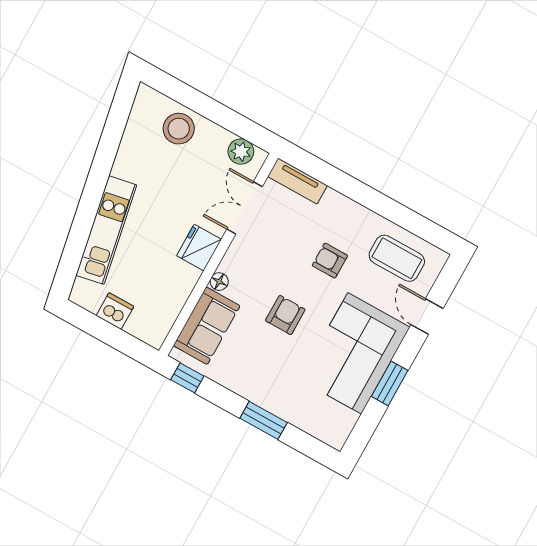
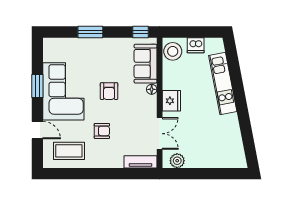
stool: (179, 129) -> (173, 51), moved

